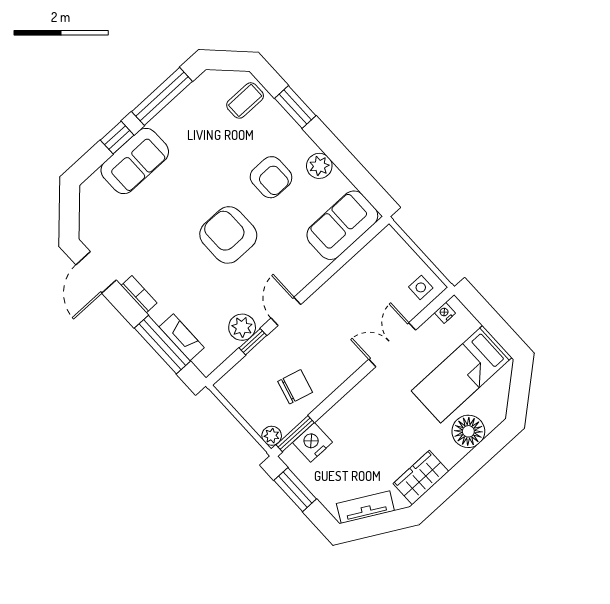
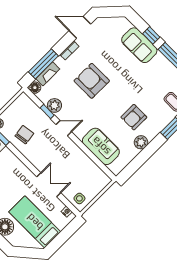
sofa: (342, 225) -> (101, 146), moved
armchair: (228, 235) -> (92, 81), moved, turned -90
floor lamp: (207, 363) -> (35, 88), added
chair: (295, 387) -> (24, 135), turned -113

